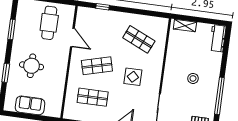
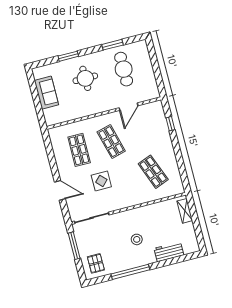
cafe table: (49, 23) -> (124, 69), moved, turned 90
workbench: (218, 38) -> (169, 252), moved
shop shelf: (139, 39) -> (153, 172), turned -45
display table: (133, 77) -> (101, 181), moved

